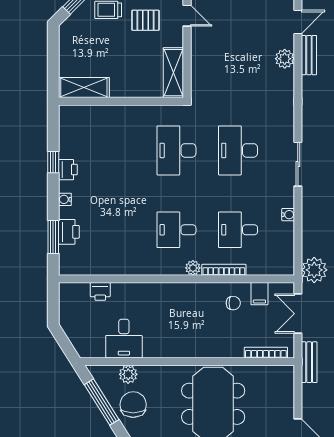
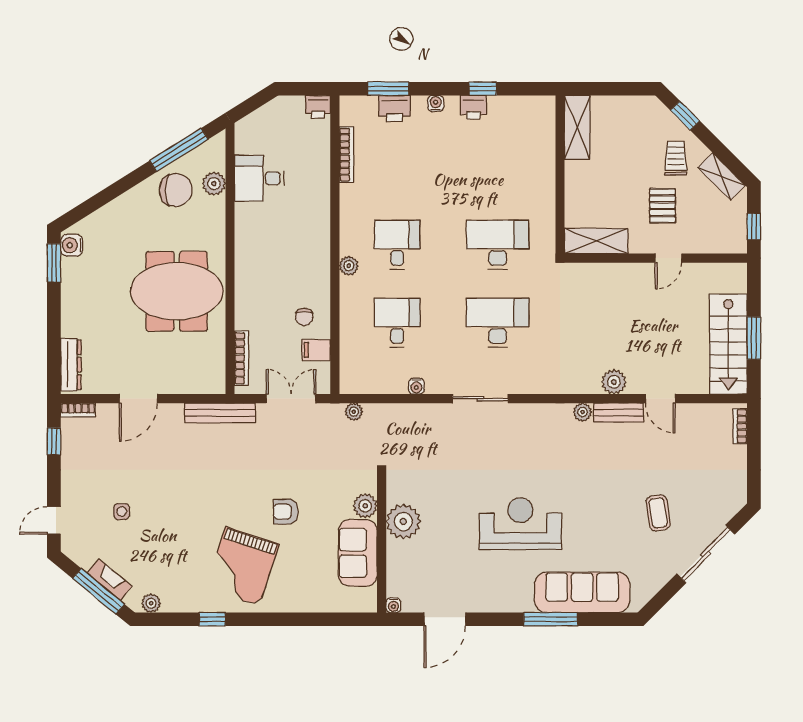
plant: (309, 83) -> (583, 412), added
bookcase: (224, 270) -> (346, 155), moved
plant: (314, 270) -> (354, 412), width x0.53, depth x0.53
printer: (100, 291) -> (318, 107), moved, turned -90
bench: (309, 362) -> (220, 413), width x1.36

